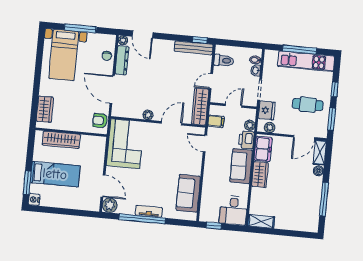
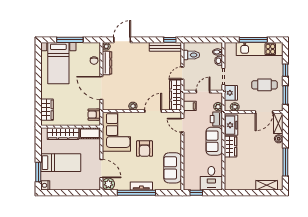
door: (143, 34) -> (122, 40), swing flipped
cot: (93, 142) -> (90, 133), added
armchair: (157, 167) -> (144, 149), added
shelving: (261, 221) -> (267, 185), moved

